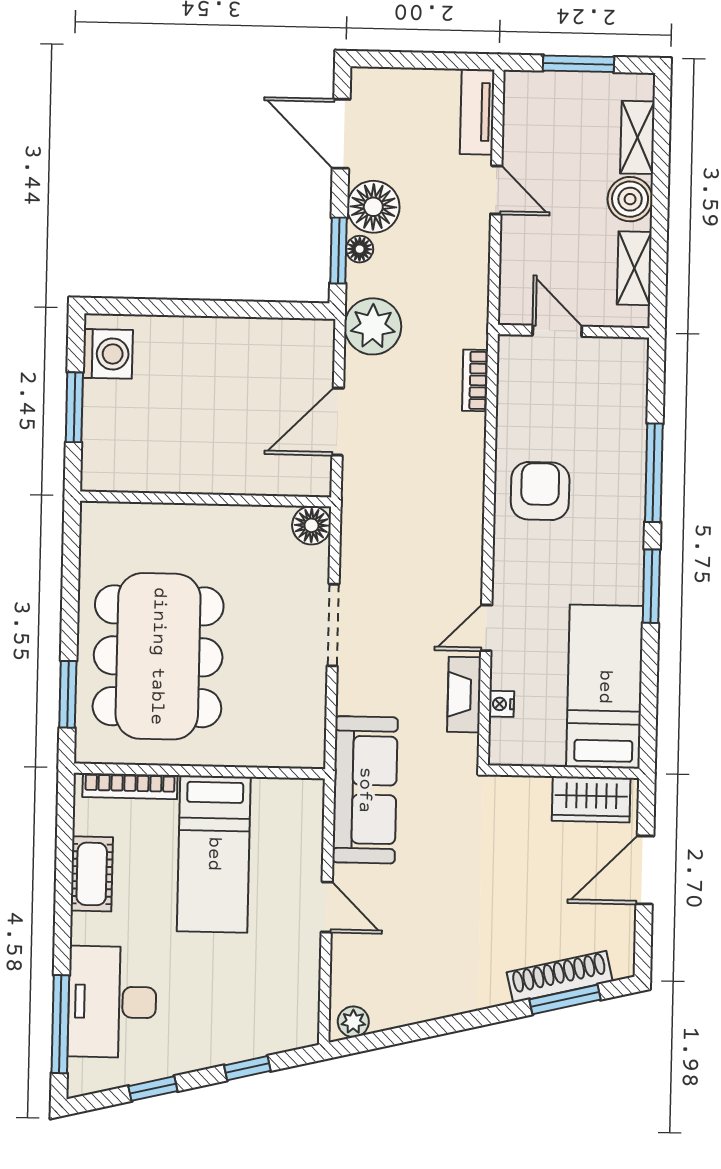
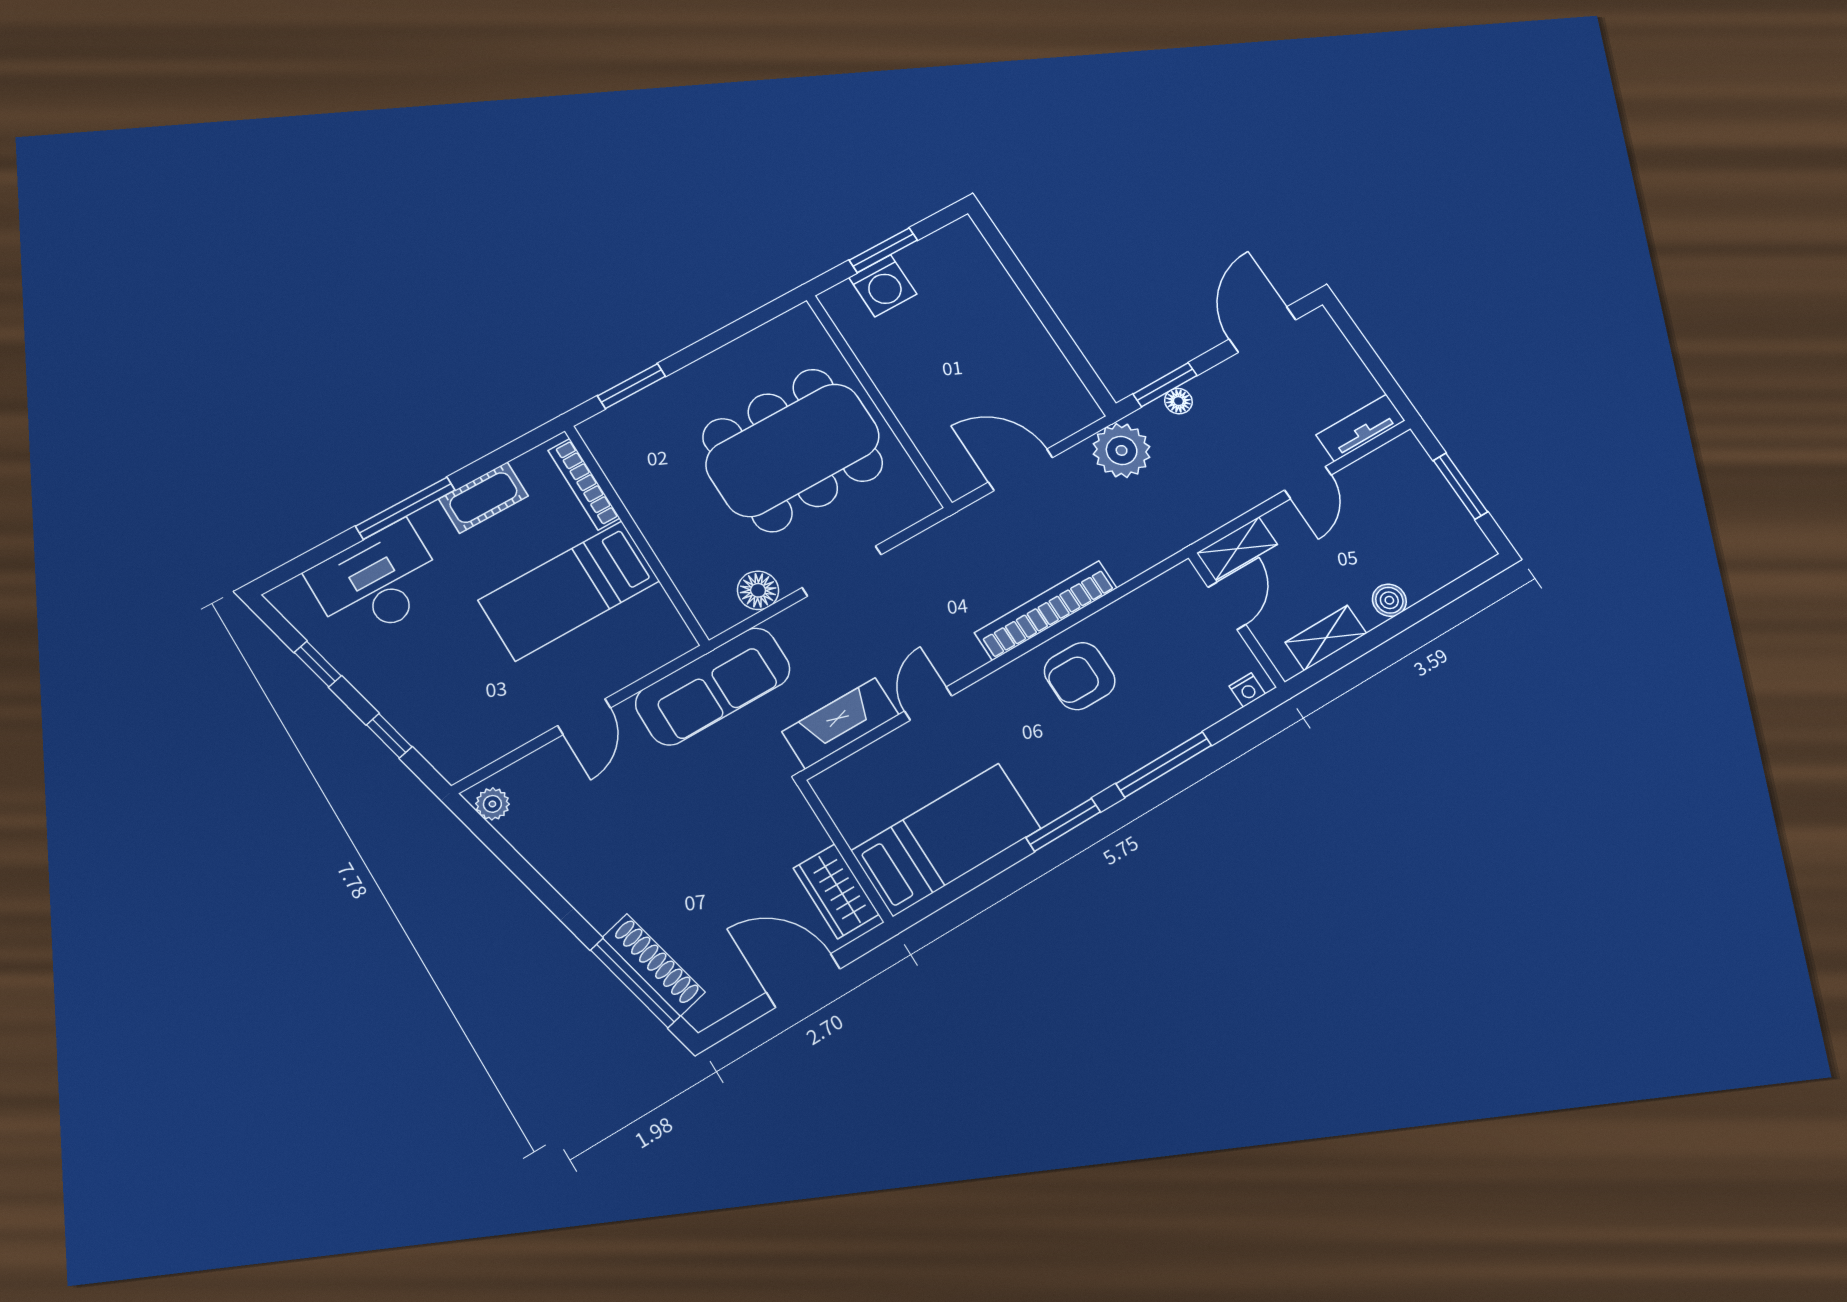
shelving: (637, 137) -> (1237, 549), moved
boiler: (630, 199) -> (1389, 600), width x0.73, depth x0.73
floor lamp: (373, 207) -> (1221, 391), removed
washing machine: (108, 354) -> (883, 286), moved
bookcase: (475, 380) -> (1046, 610), moved, width x2.31, depth x1.31
armchair: (540, 491) -> (1080, 676), turned 180
floor lamp: (311, 525) -> (758, 590), moved
door: (486, 628) -> (928, 703), hinge flipped
dining table: (158, 656) -> (793, 450), moved
fireplace: (464, 695) -> (840, 723), width x1.37, depth x1.32
nightstand: (501, 704) -> (1247, 690), moved, turned 180
window: (565, 1000) -> (635, 983), width x1.44
window: (60, 1024) -> (405, 508), moved

